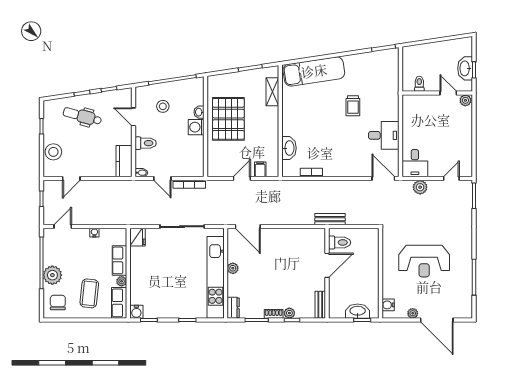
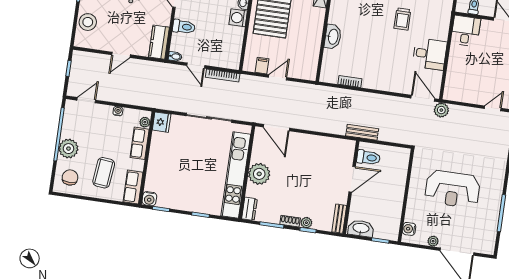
washbasin: (289, 148) -> (333, 37), moved
desk: (415, 163) -> (466, 31), moved, turned 180
filing cabinet: (260, 169) -> (262, 66), moved
door: (71, 179) -> (121, 55), moved
plant: (420, 187) -> (441, 110), moved
plant: (233, 268) -> (259, 174), width x1.87, depth x1.87
plant: (122, 281) -> (145, 122), moved
washbasin: (358, 311) -> (361, 228), moved

